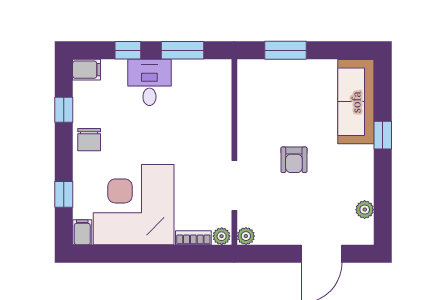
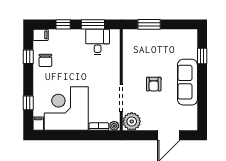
desk: (149, 82) -> (98, 42), moved
sofa: (356, 102) -> (187, 82), moved
window: (383, 135) -> (202, 56), moved
chair: (89, 140) -> (45, 60), moved
plant: (365, 210) -> (192, 111), removed
plant: (246, 236) -> (132, 121), width x1.88, depth x1.88

